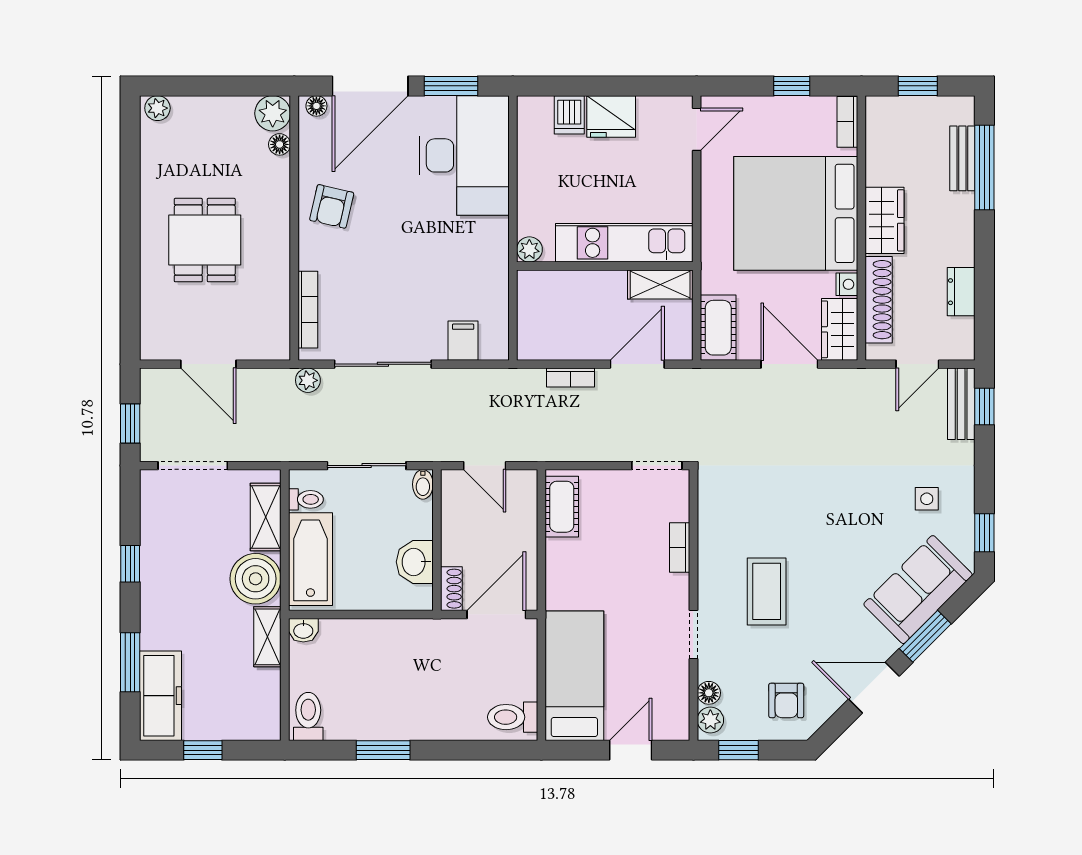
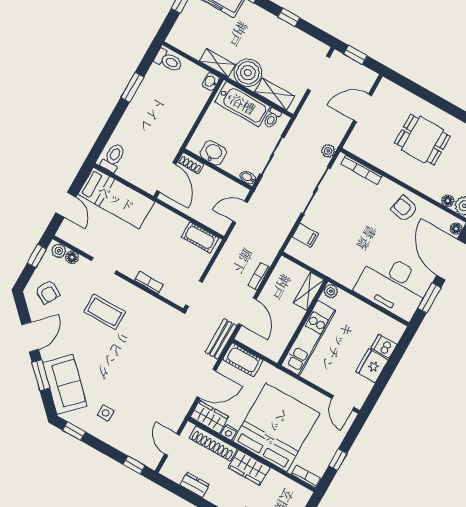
shelving: (660, 284) -> (309, 291), moved
bench: (961, 404) -> (221, 339), moved, turned 90
armchair: (786, 700) -> (48, 292), turned -150

